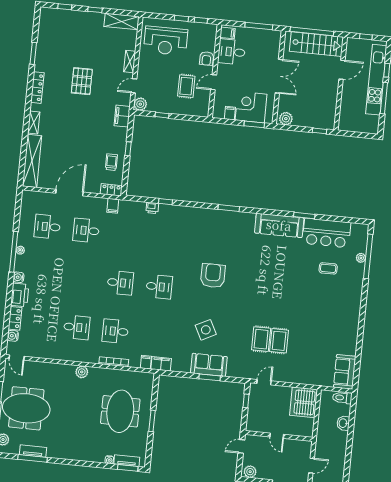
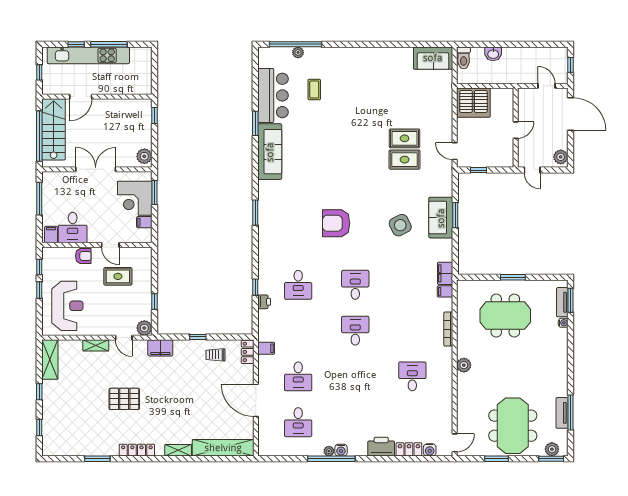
door: (342, 70) -> (81, 97), swing flipped
water cooler: (18, 277) -> (341, 450), moved
desk: (115, 331) -> (298, 285), moved

